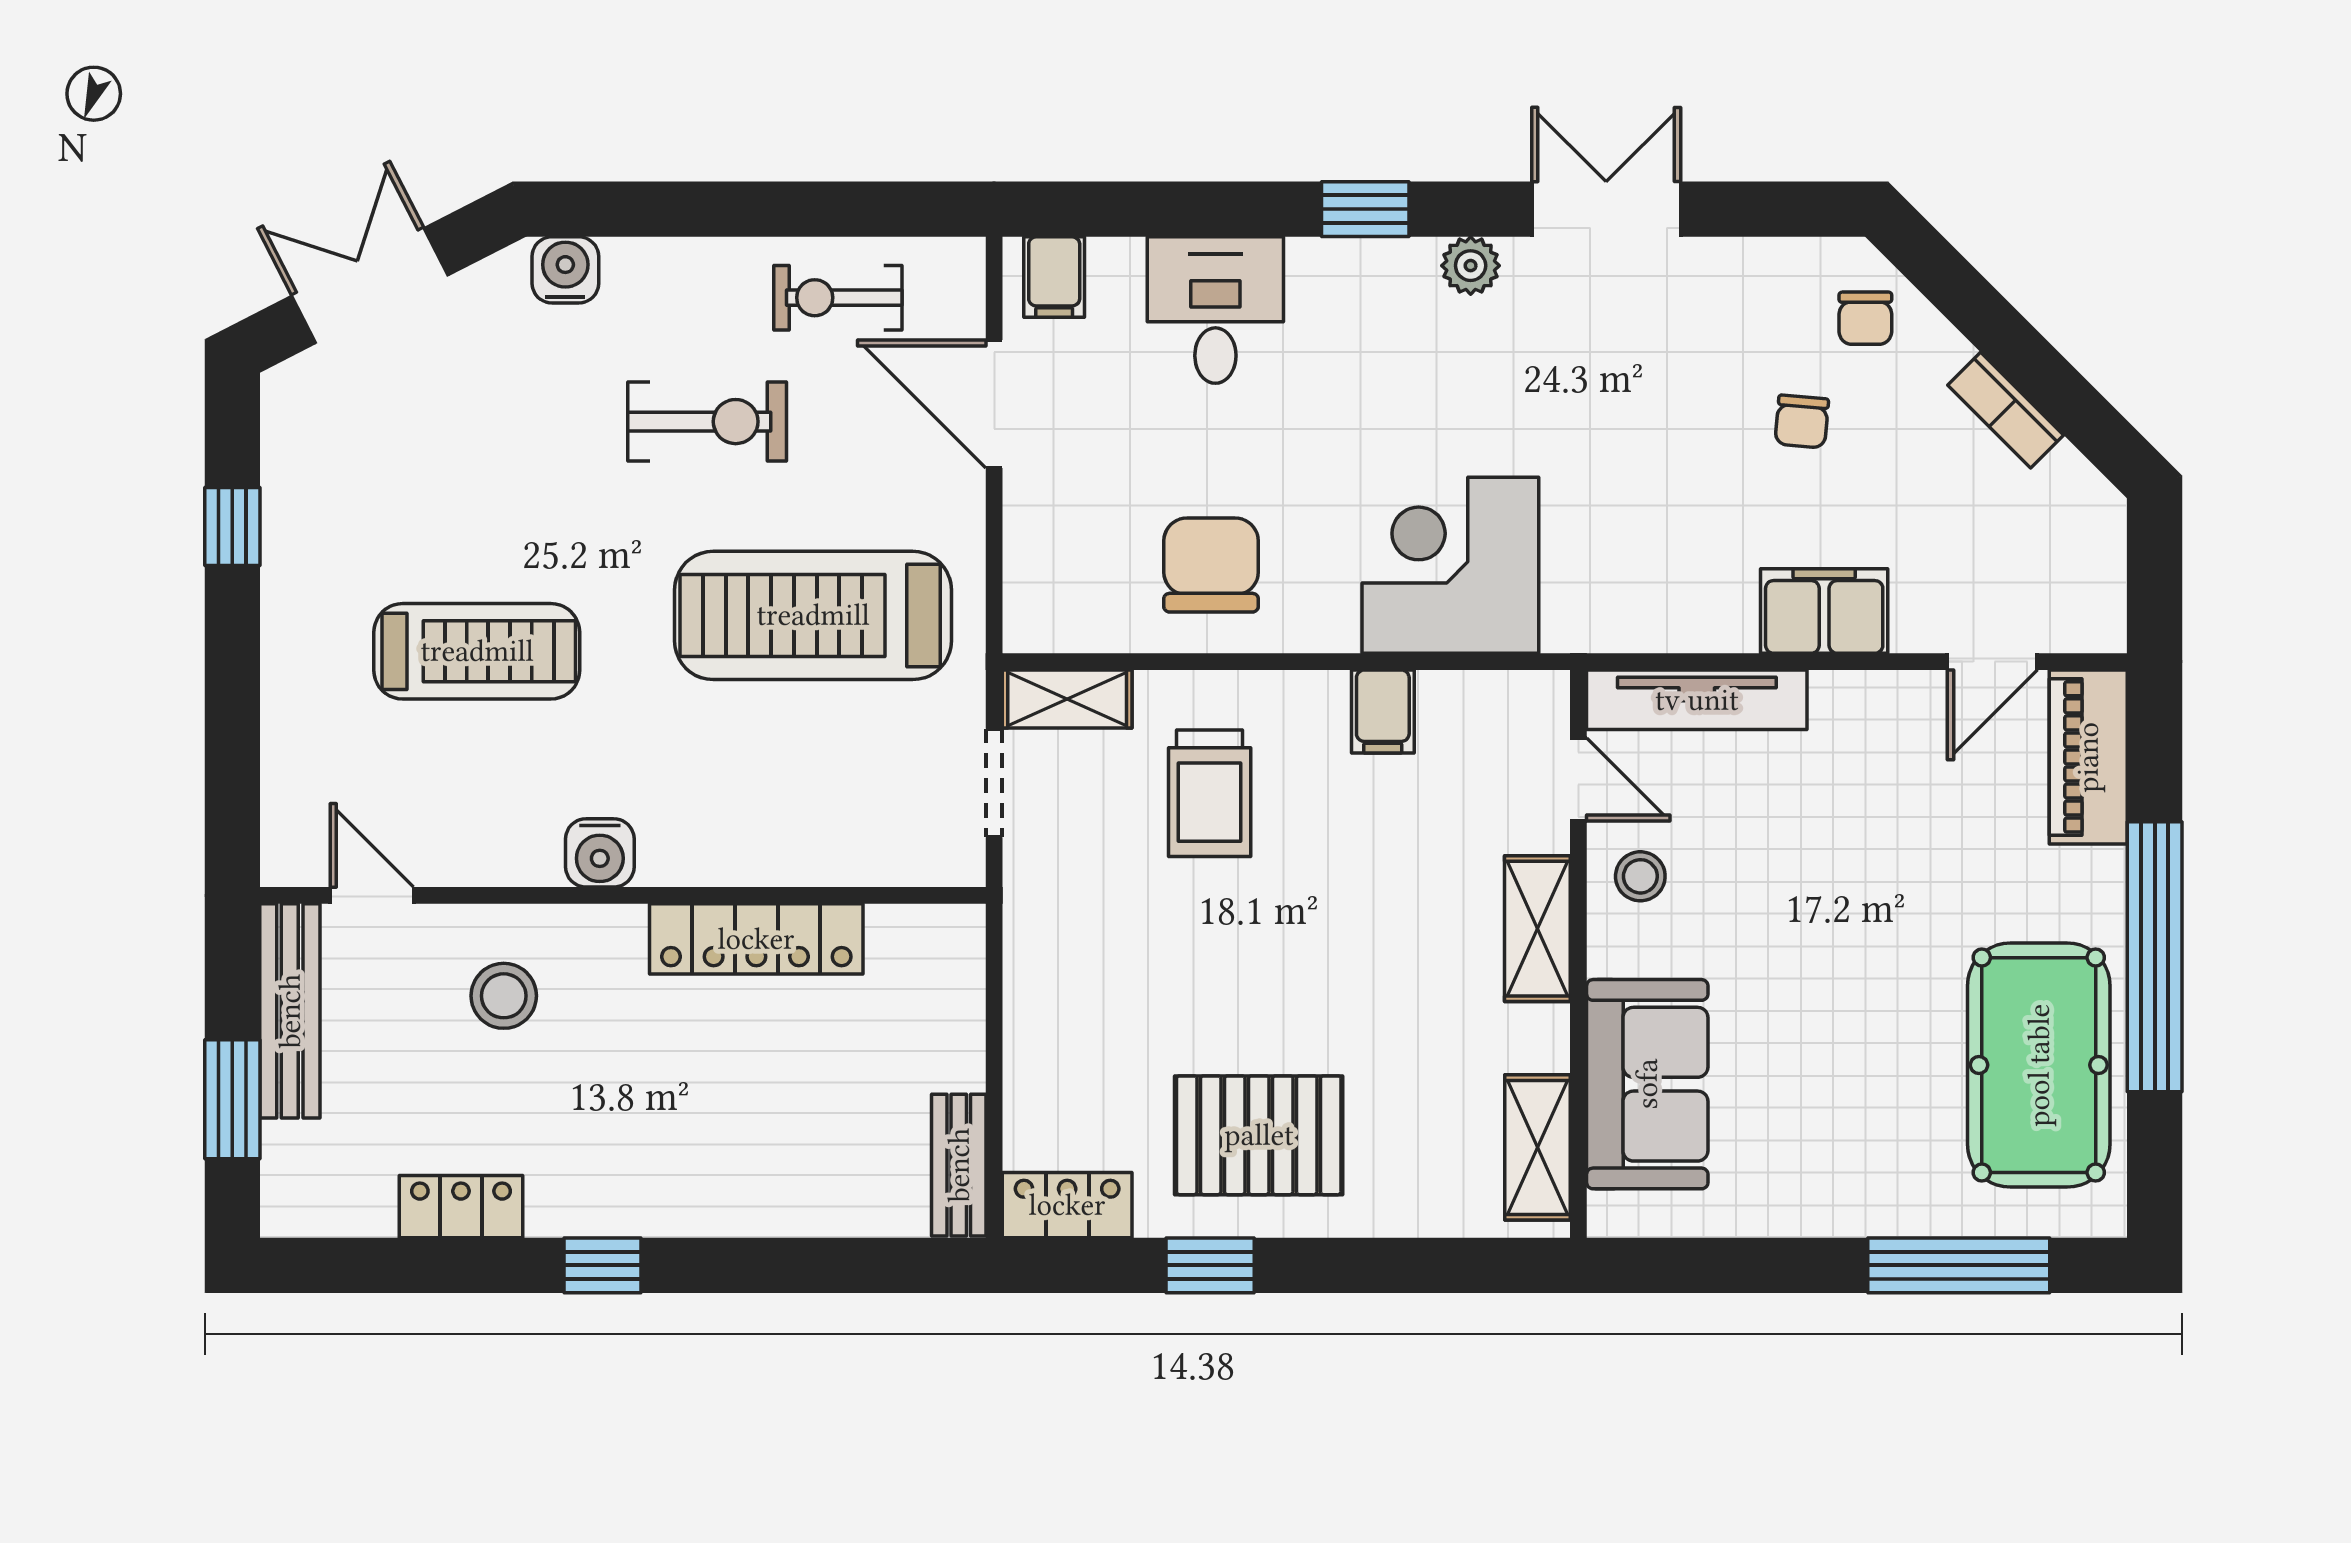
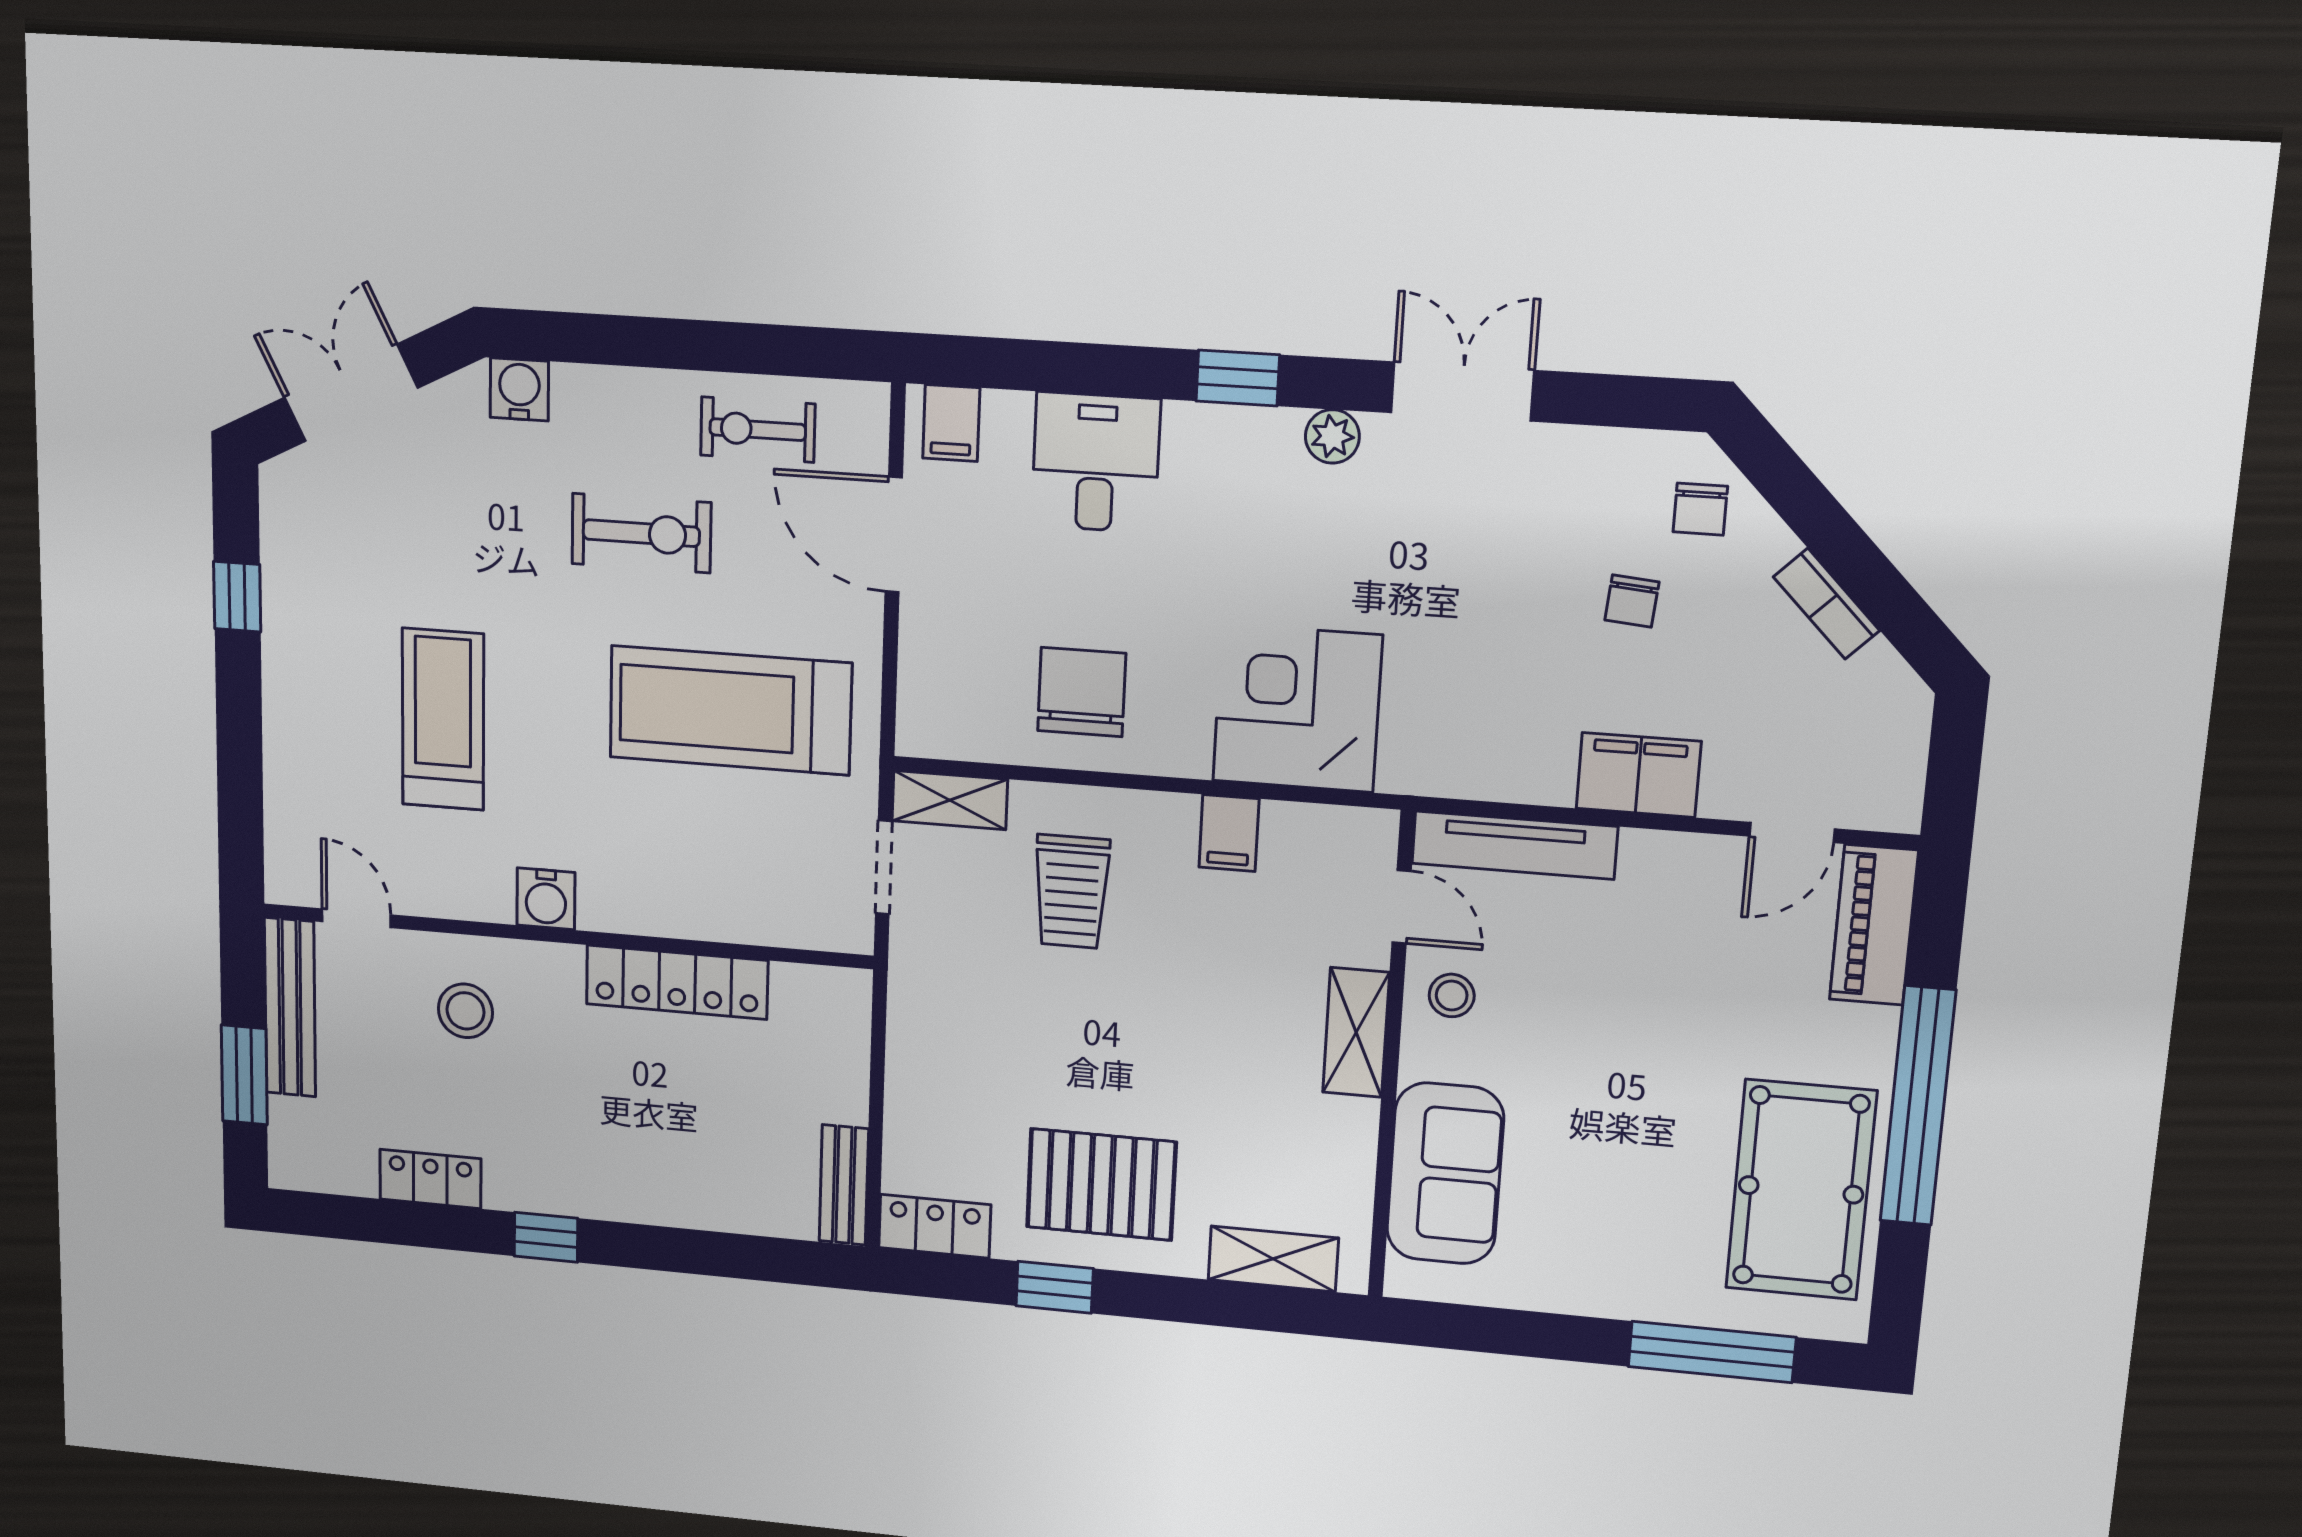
treadmill: (477, 651) -> (443, 719), turned -90
shelving: (1538, 1147) -> (1273, 1259), moved, turned 90

